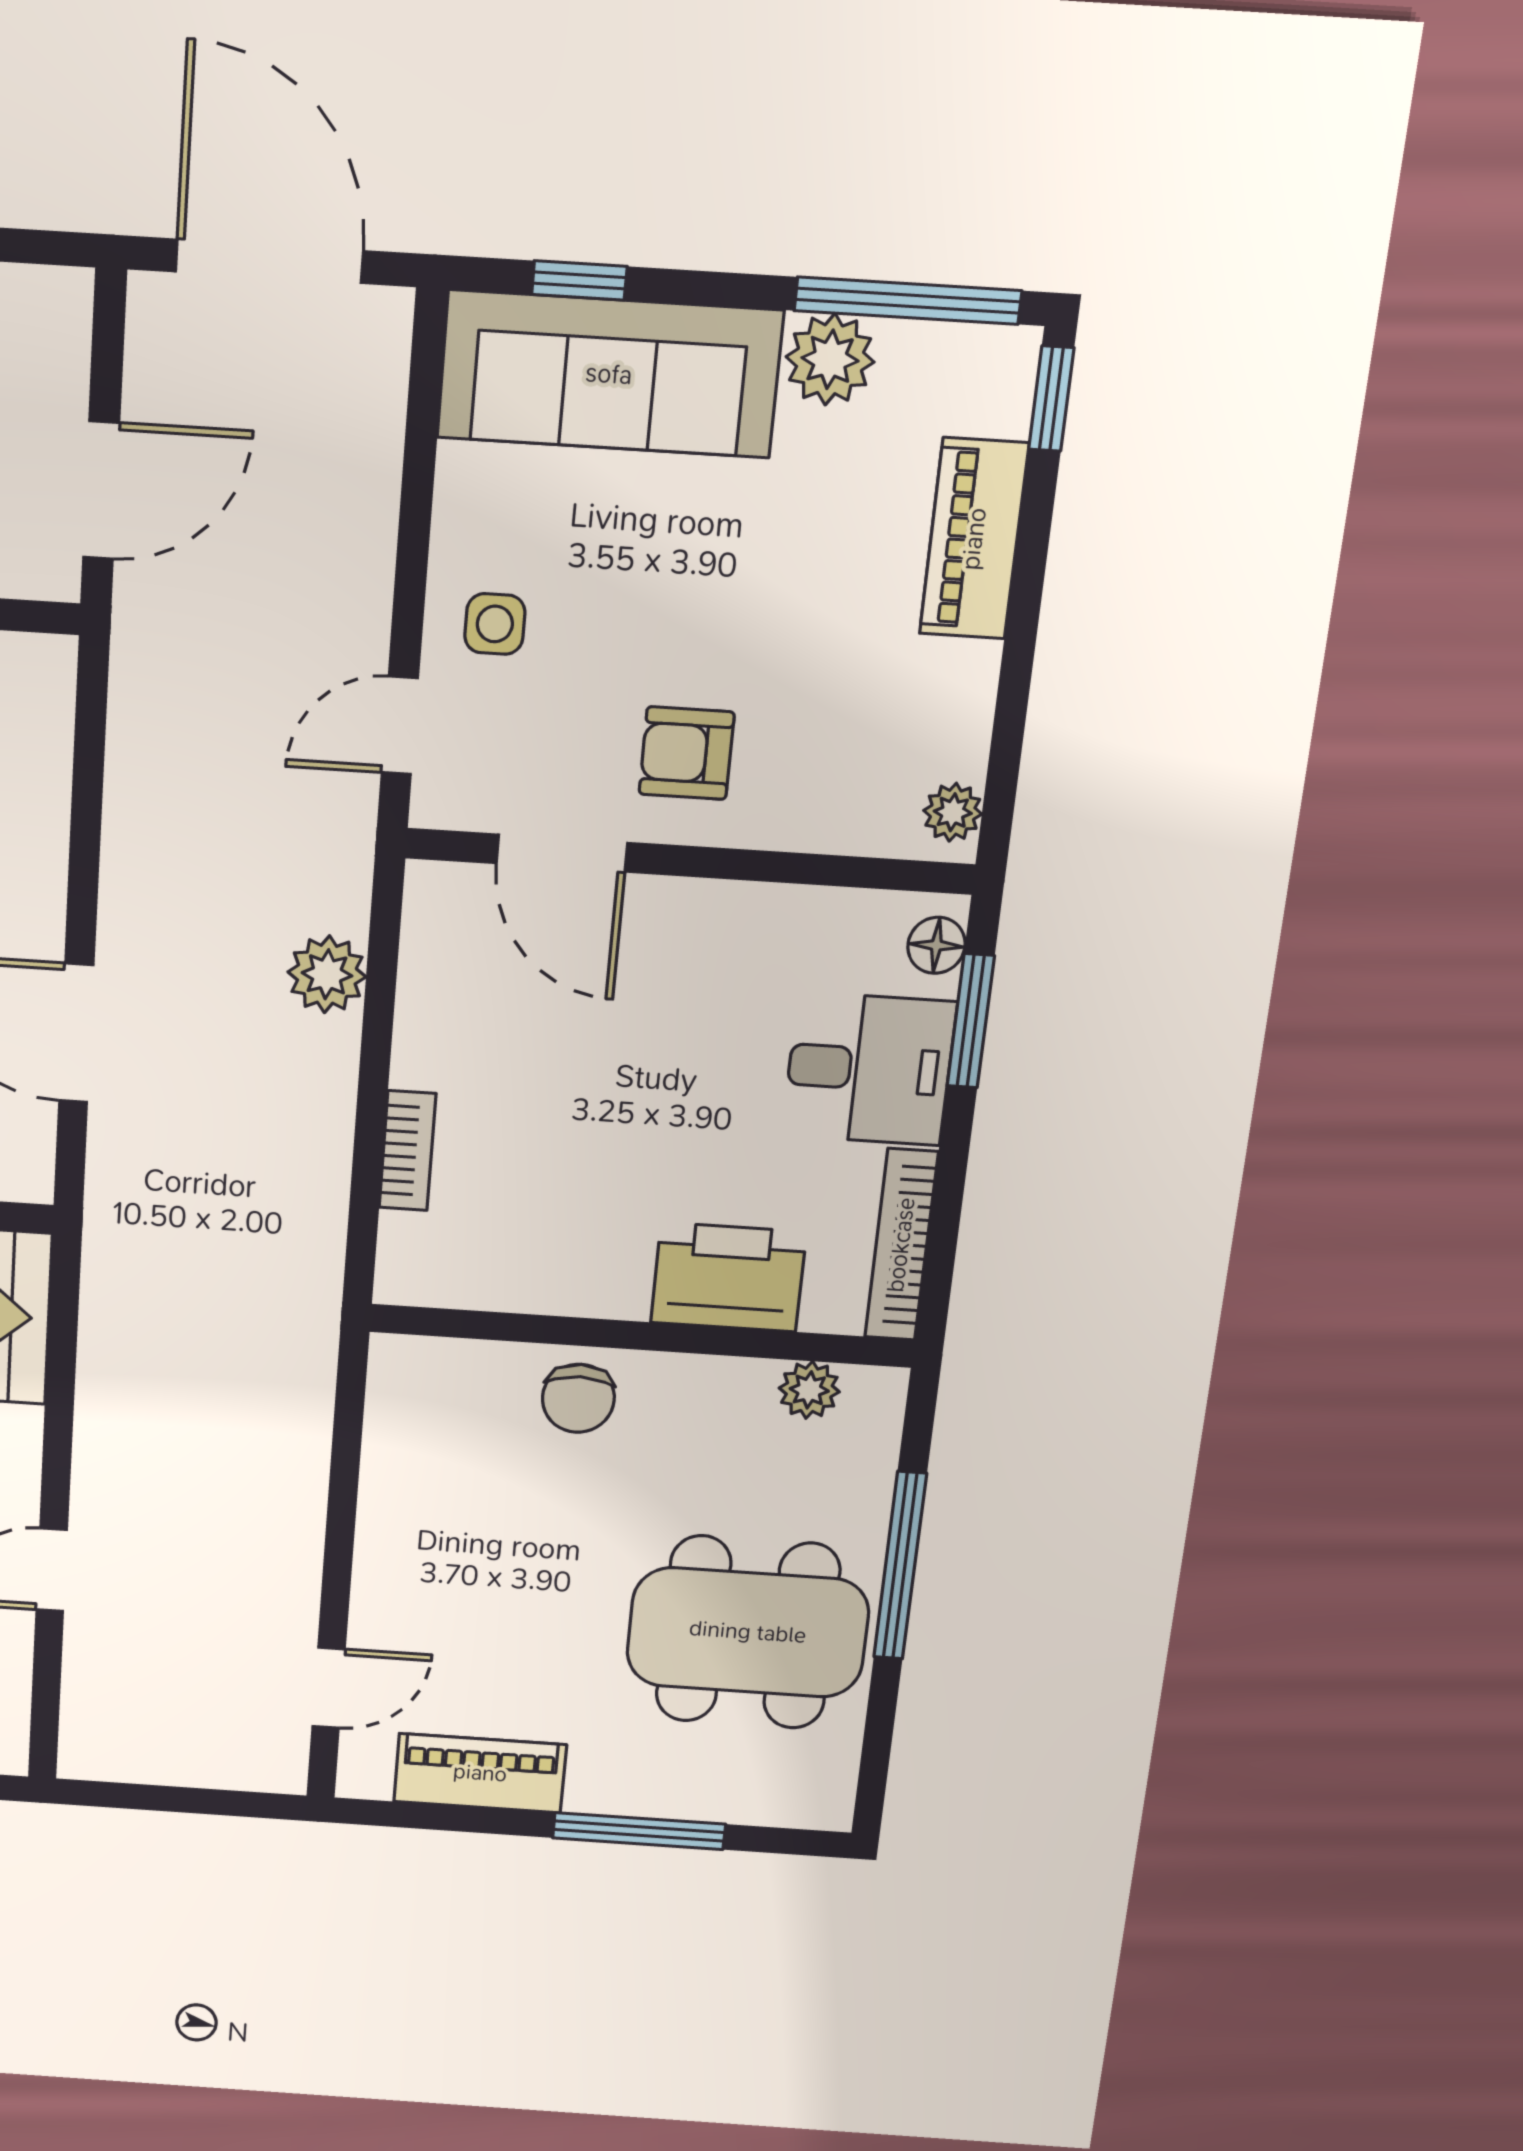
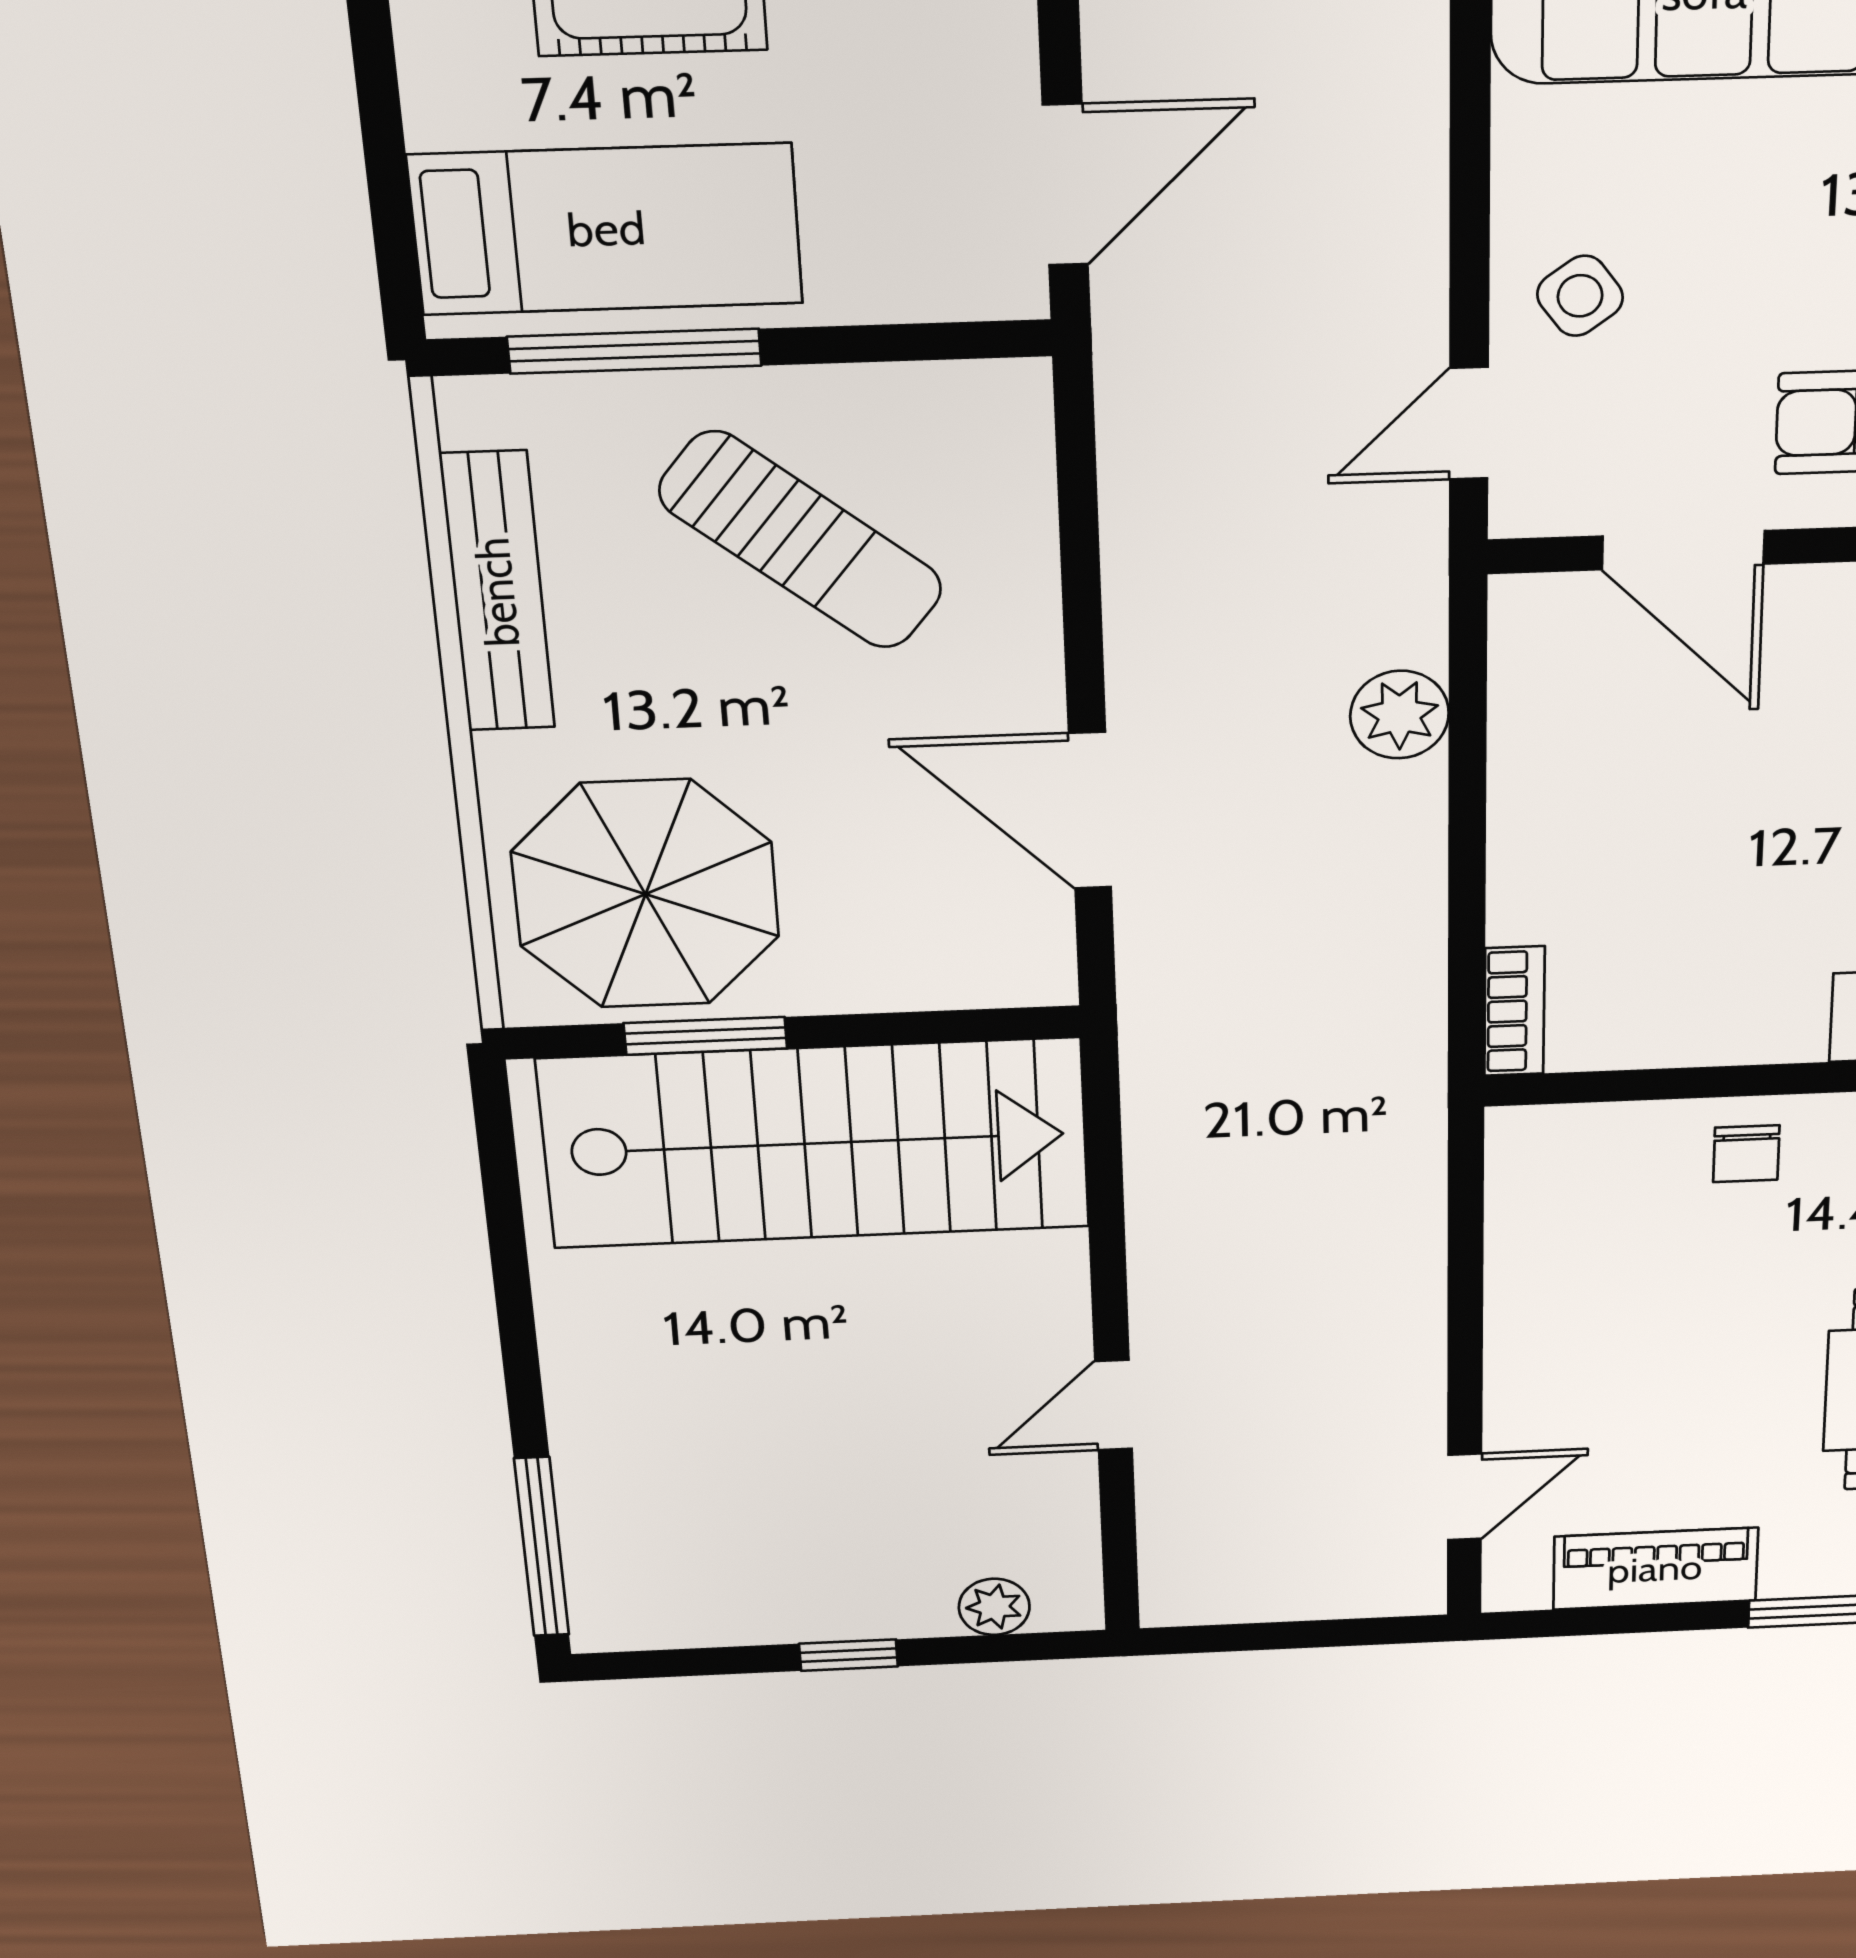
side table: (495, 624) -> (1580, 296), turned -36
bookcase: (407, 1151) -> (1514, 1011), moved
chair: (578, 1398) -> (1746, 1154), width x0.73, depth x0.73

